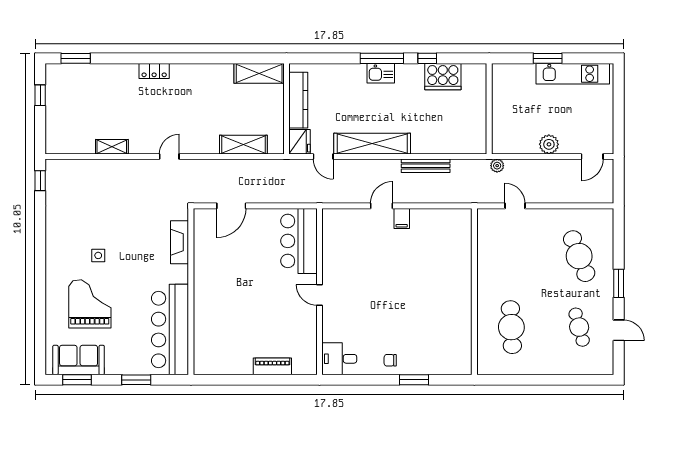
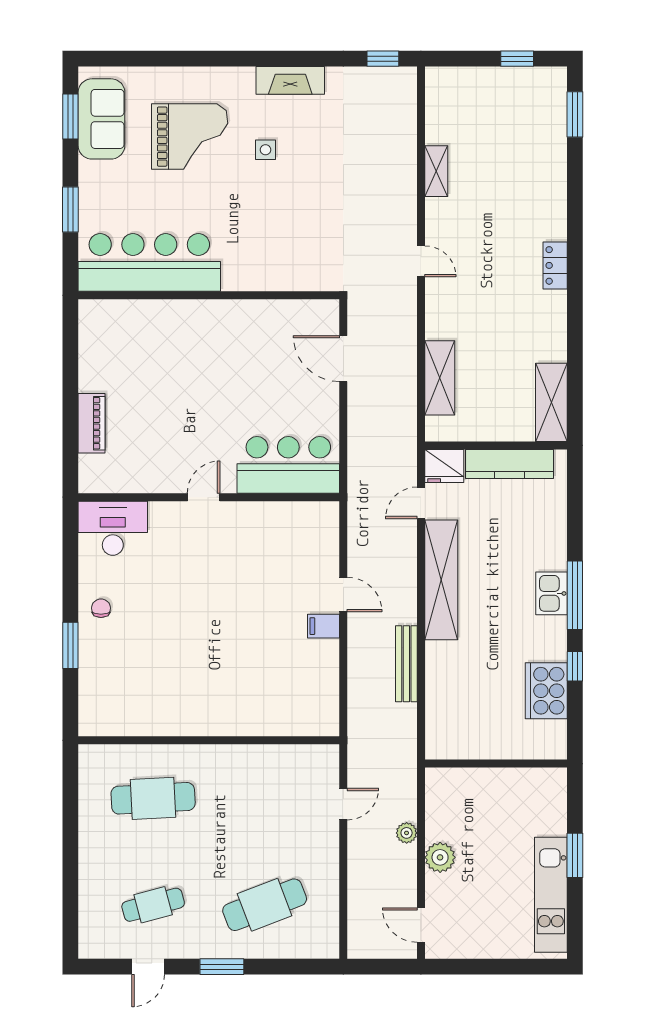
locker: (154, 71) -> (555, 265), moved
plant: (497, 166) -> (407, 833), moved
fireplace: (180, 242) -> (290, 80), moved, turned 180
desk: (339, 359) -> (113, 528), width x1.37

